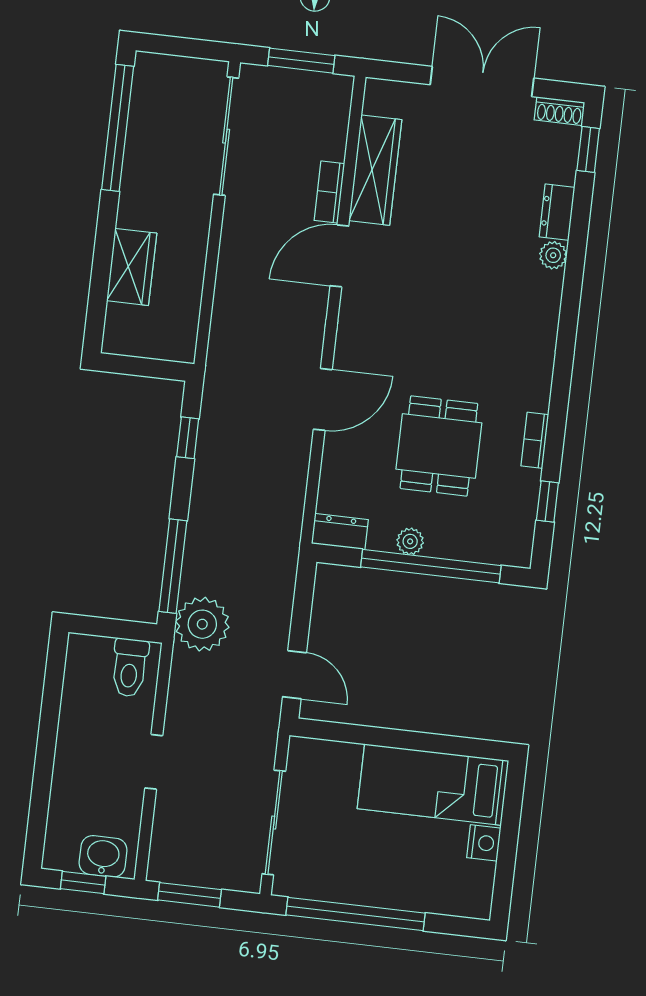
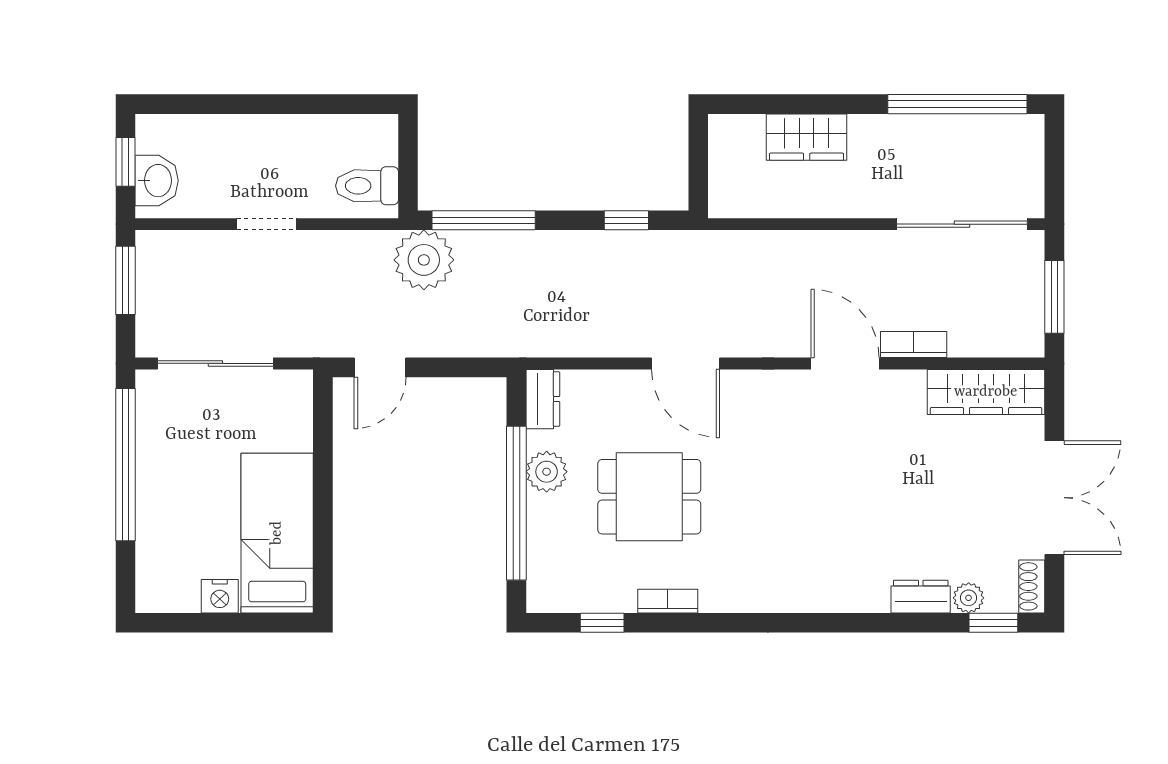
wardrobe: (375, 170) -> (986, 392), moved
plant: (553, 255) -> (969, 598), moved
plant: (410, 541) -> (547, 472), width x1.38, depth x1.38

